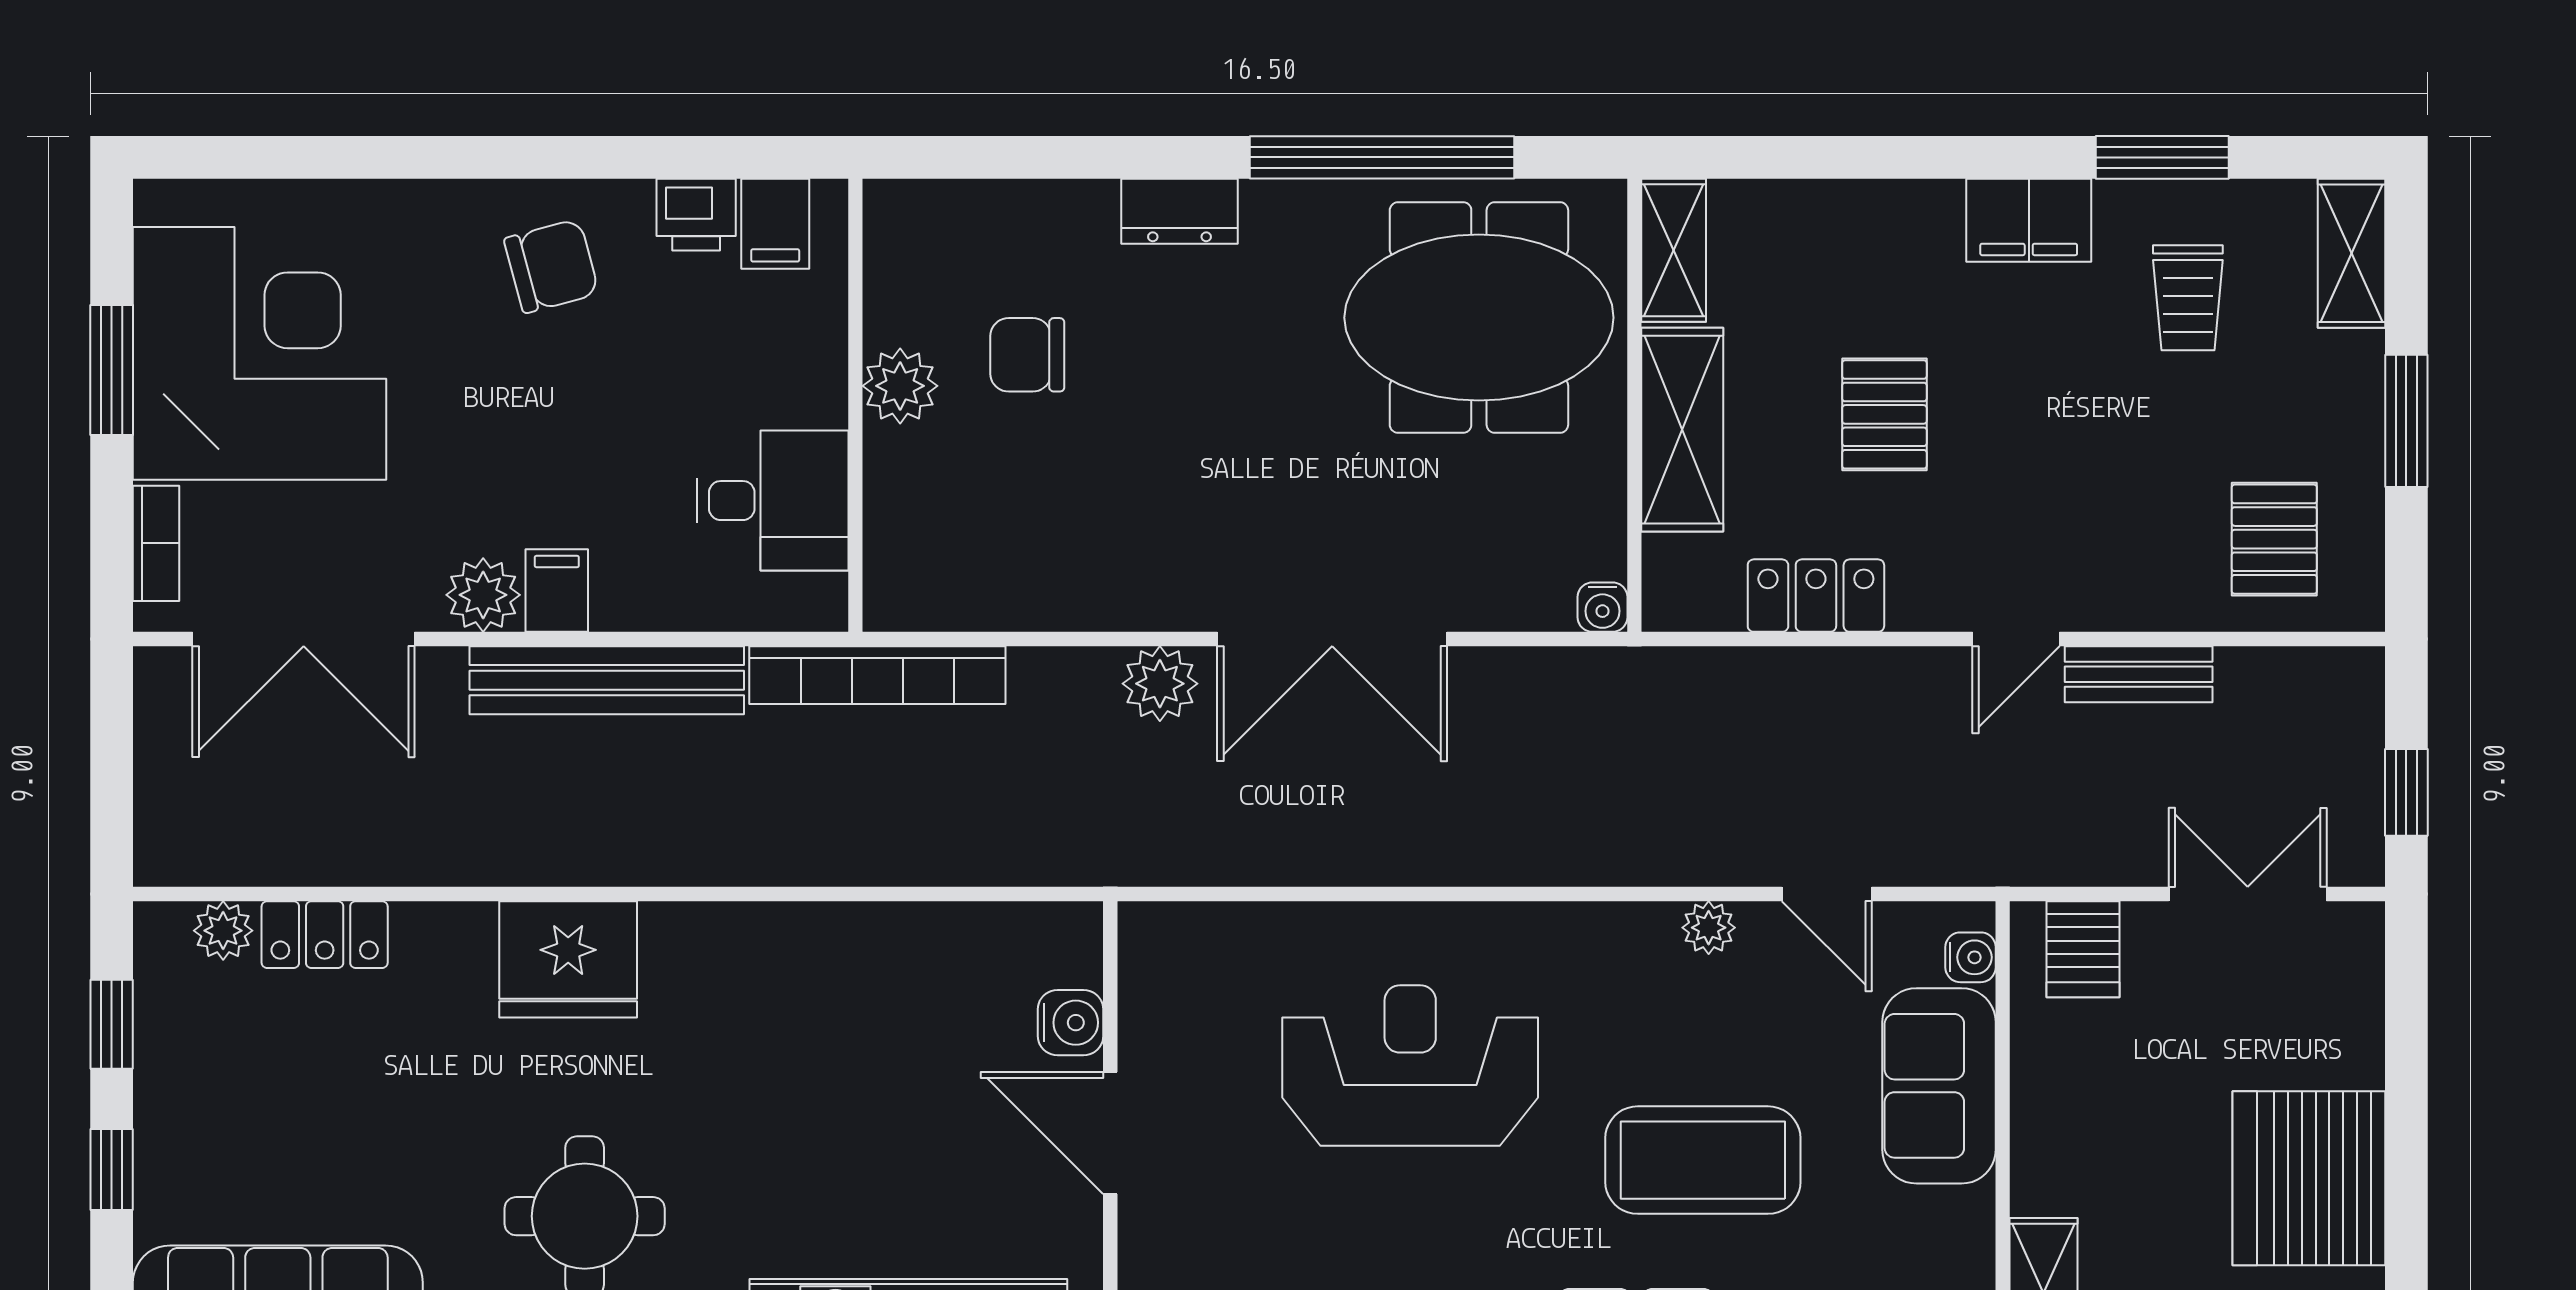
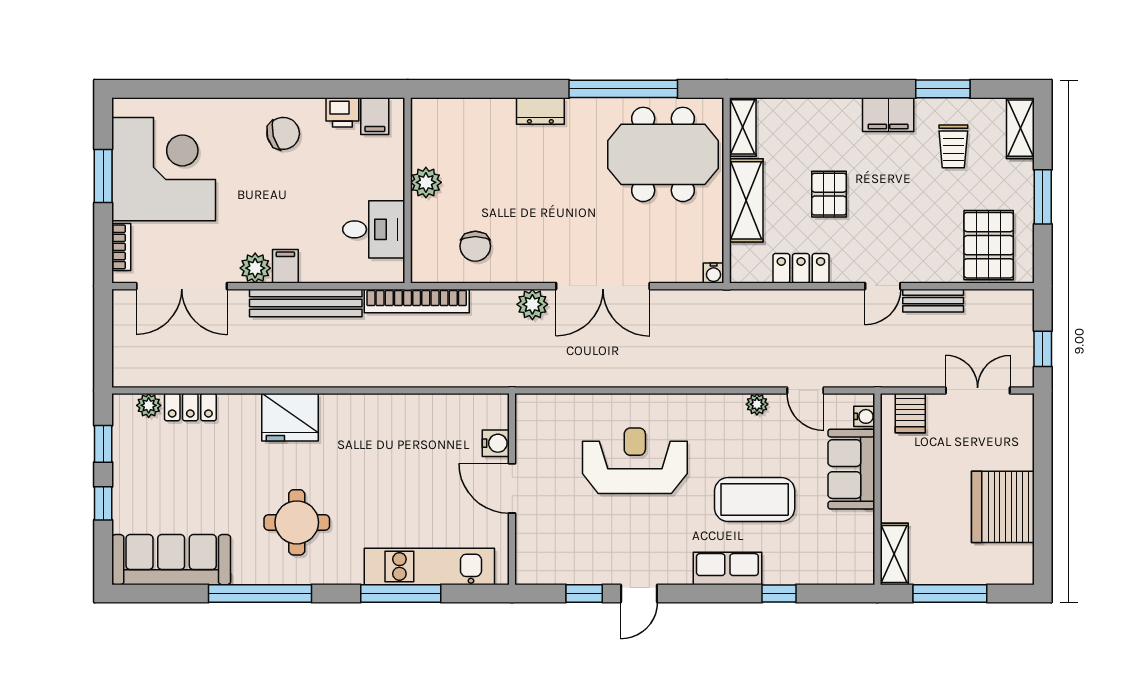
chair: (1027, 355) -> (475, 246), moved, turned -90
pallet: (2274, 539) -> (989, 245), width x1.50, depth x1.42

